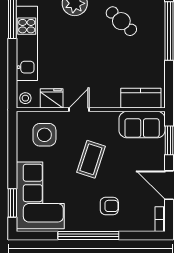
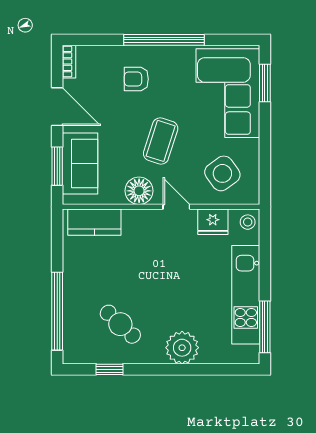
door: (79, 110) -> (176, 207), swing flipped
floor lamp: (107, 122) -> (139, 191), added
sofa: (142, 125) -> (80, 164), moved, turned 90
side table: (44, 135) -> (222, 173), turned -36

